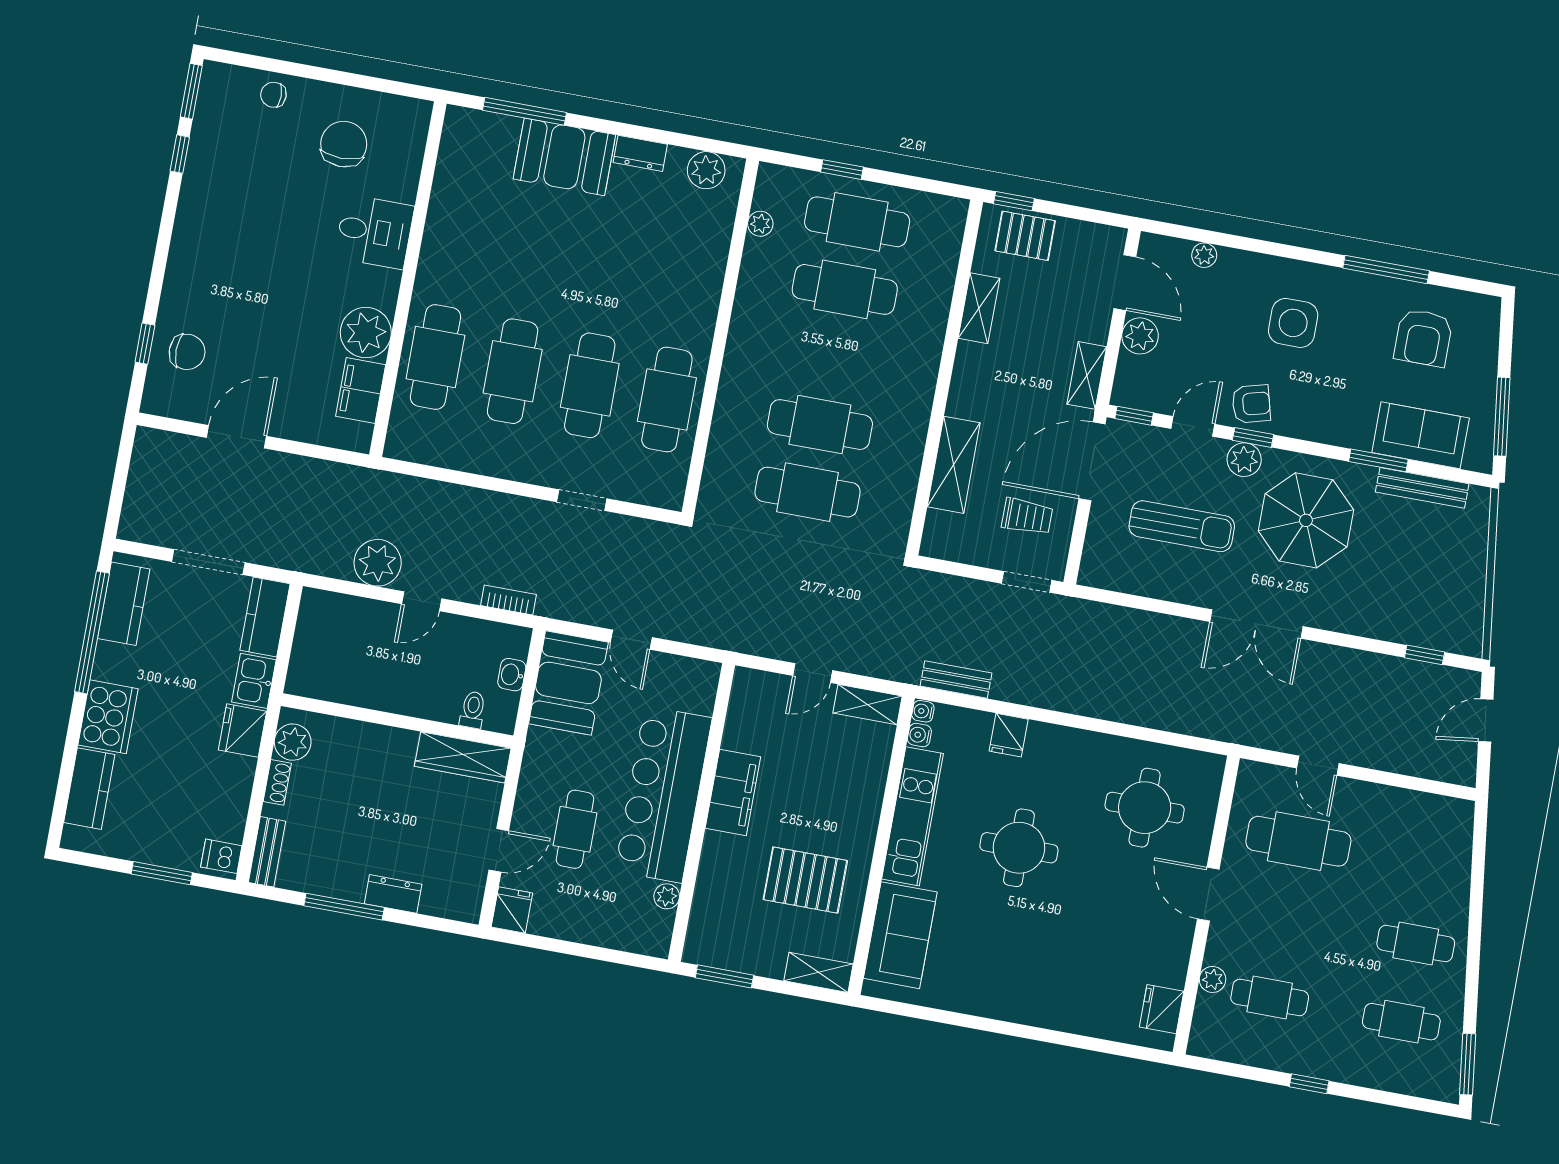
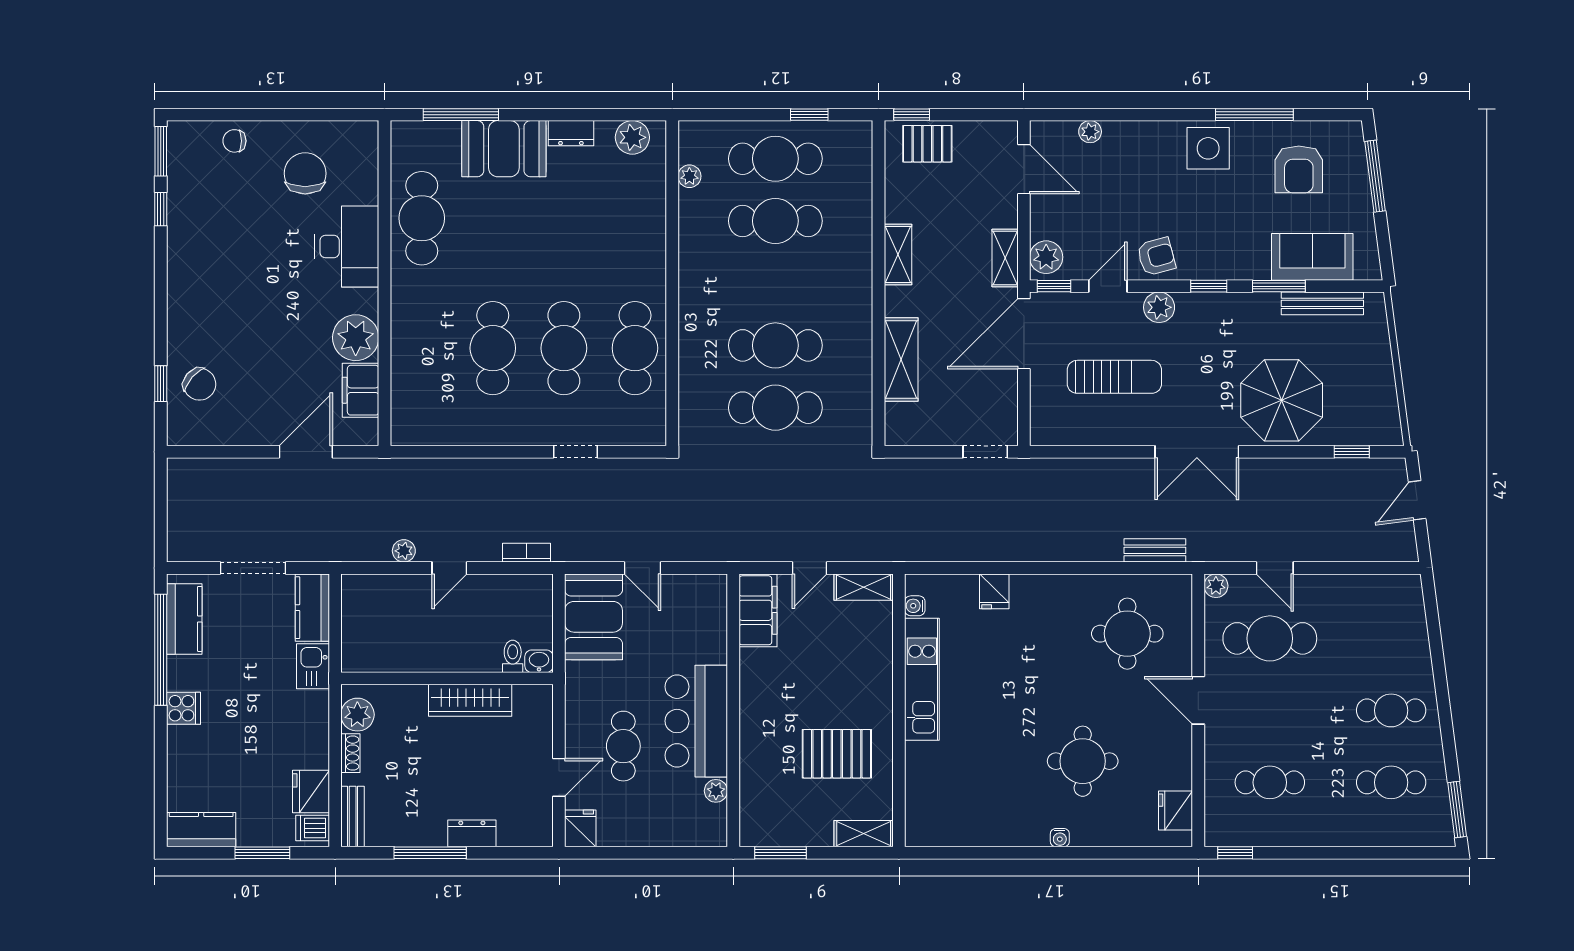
window: (842, 170) -> (809, 115), moved
desk: (374, 232) -> (347, 246), width x1.37
shelving: (979, 308) -> (898, 255), moved
side table: (1293, 323) -> (1208, 148), moved
plant: (1140, 336) -> (1046, 257), moved
chair: (187, 352) -> (200, 384), turned 41
cafe table: (435, 357) -> (422, 218), moved
window: (1502, 417) -> (1375, 176), moved
door: (236, 437) -> (306, 452), moved
window: (1253, 437) -> (1209, 286), moved
trolley: (1027, 516) -> (975, 393), removed
parasol: (1306, 520) -> (1282, 400), moved
plant: (378, 563) -> (404, 551), width x0.53, depth x0.53
washbasin: (512, 675) -> (539, 661), moved, turned 90
bench: (956, 680) -> (1155, 550), moved
water cooler: (923, 711) -> (1060, 838), moved, turned -90
cooker: (108, 717) -> (183, 708), width x0.53, depth x0.76
fridge: (243, 731) -> (311, 791), moved
wardrobe: (463, 757) -> (470, 700), moved
kitchen counter: (89, 789) -> (201, 830), moved, turned -90
filing cabinet: (733, 793) -> (758, 610), moved
bar counter: (663, 794) -> (696, 721), width x0.73
round table: (1019, 848) -> (1083, 761), moved
sofa: (900, 935) -> (930, 787), removed
plant: (1213, 979) -> (1216, 586), moved
window: (1309, 1084) -> (1235, 853), moved

